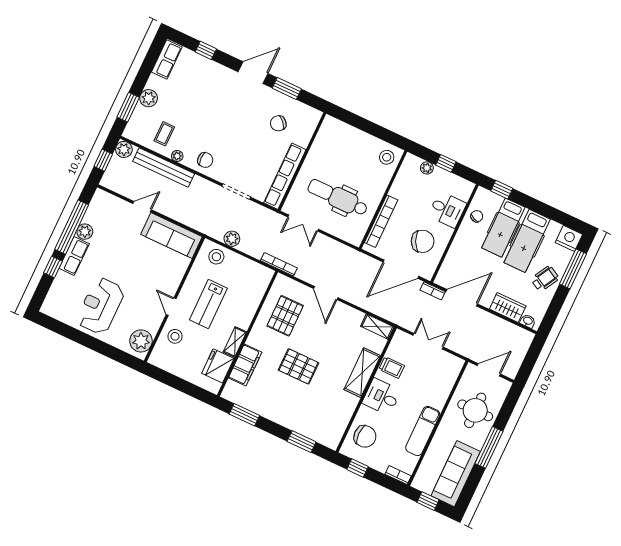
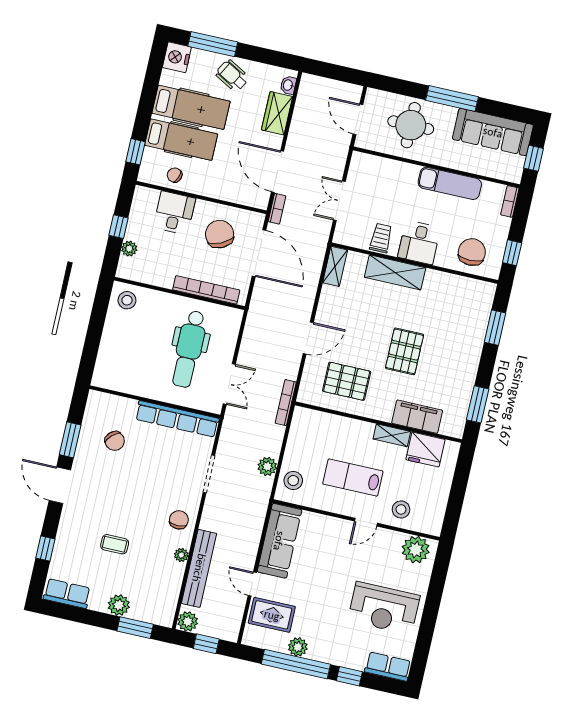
coffee table: (164, 134) -> (115, 544), moved
rug: (115, 217) -> (272, 615), added
row of seats: (74, 256) -> (388, 667), moved
lab bench: (208, 304) -> (353, 478), turned 180

